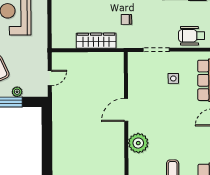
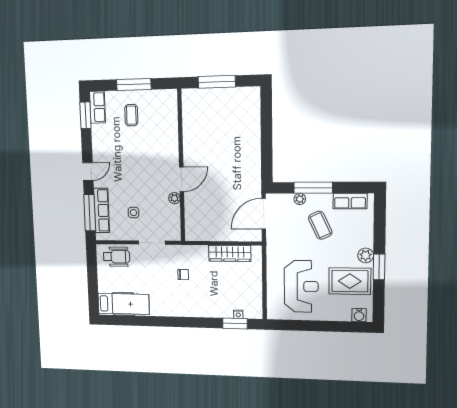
wardrobe: (96, 41) -> (230, 253), moved
door: (50, 78) -> (264, 214), width x1.87
plant: (138, 143) -> (174, 198), moved, width x0.53, depth x0.53

